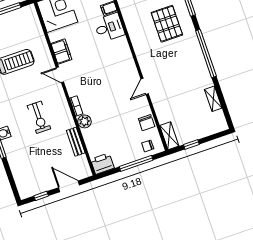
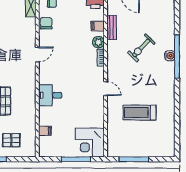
desk: (109, 27) -> (50, 95), moved
filing cabinet: (61, 52) -> (98, 26), moved, width x0.50
exercise bike: (39, 117) -> (141, 48), moved, turned -136

